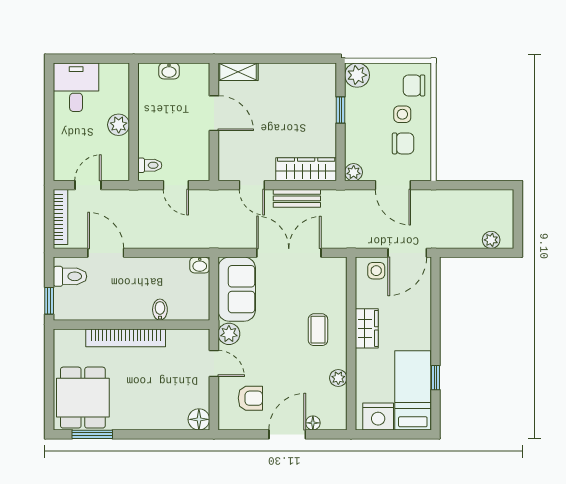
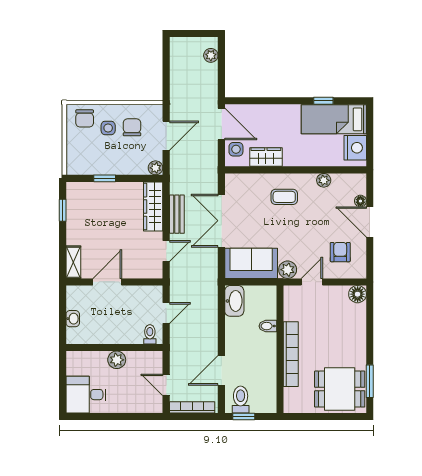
window: (302, 59) -> (63, 210), added
plant: (357, 75) -> (76, 165), removed
washbasin: (200, 265) -> (234, 301), width x1.91, depth x1.45
window: (49, 301) -> (244, 417), moved
wardrobe: (367, 328) -> (266, 157), moved

